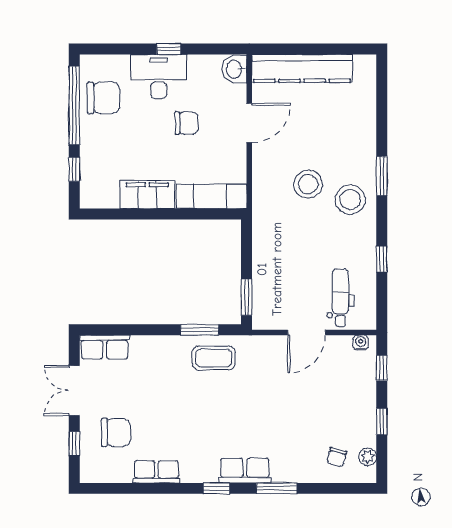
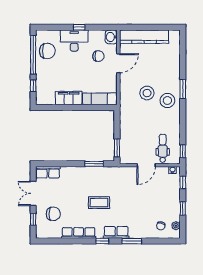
chair: (187, 123) -> (98, 56), moved
window: (382, 259) -> (183, 151), moved
coffee table: (214, 358) -> (99, 203), moved
row of seats: (156, 472) -> (79, 233), width x1.48

